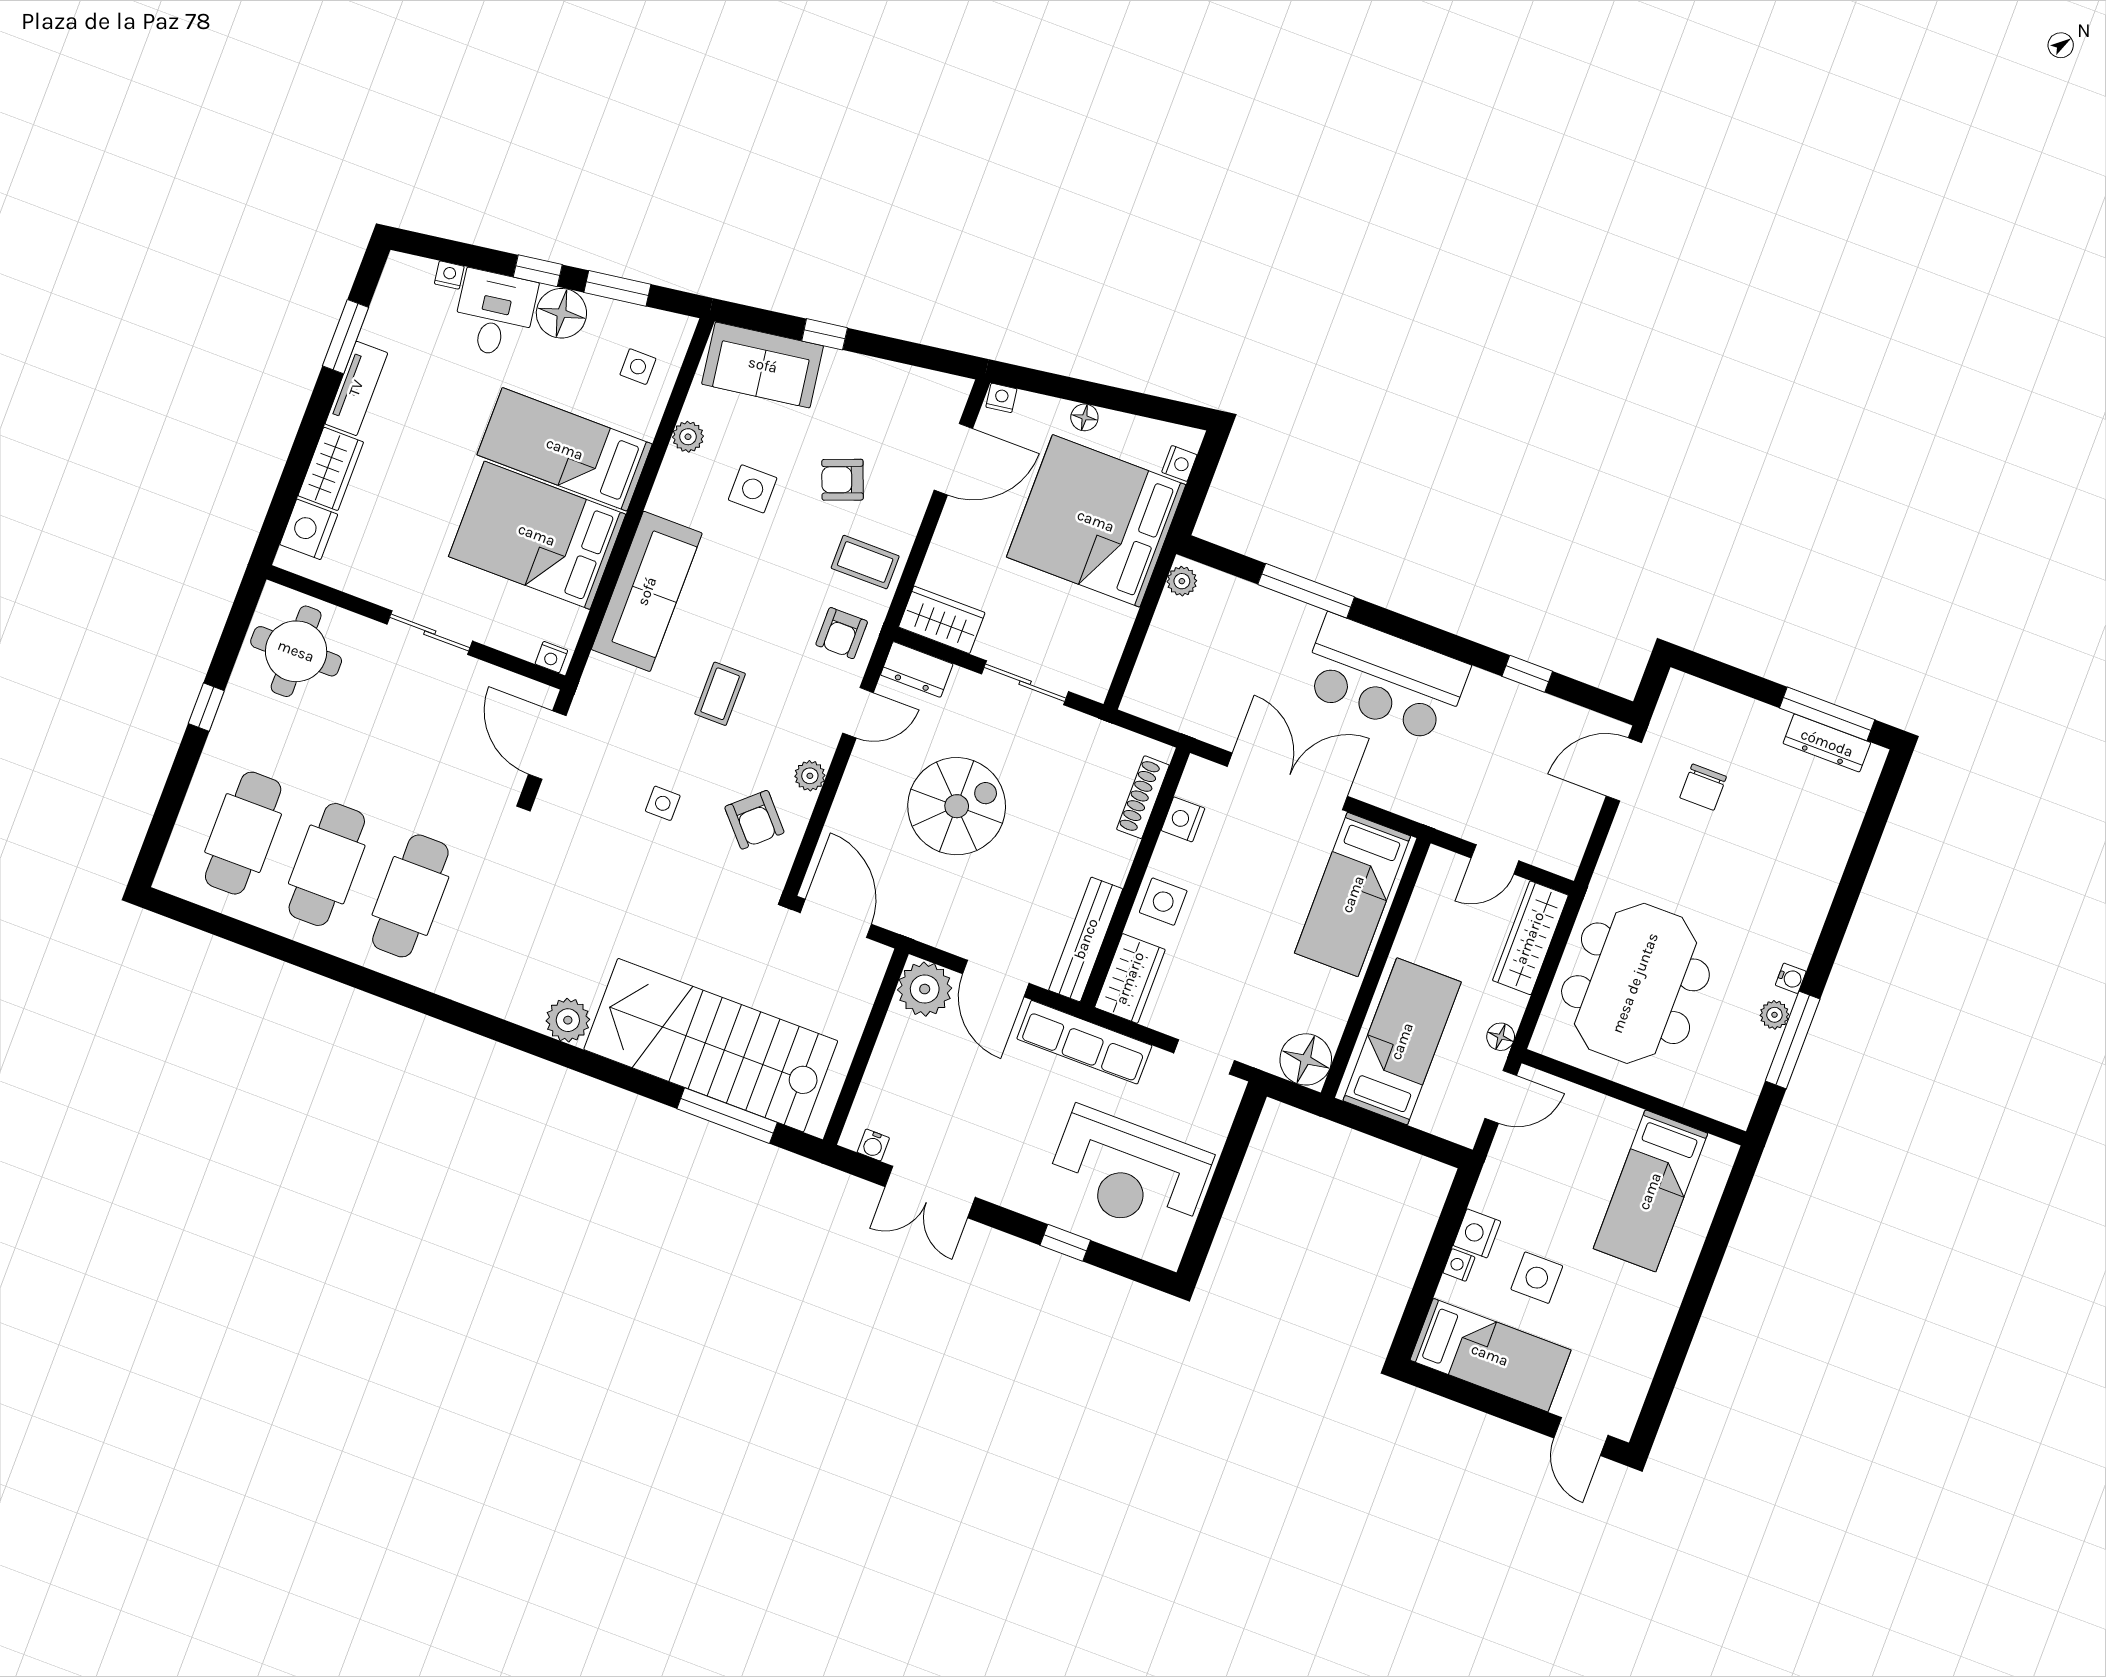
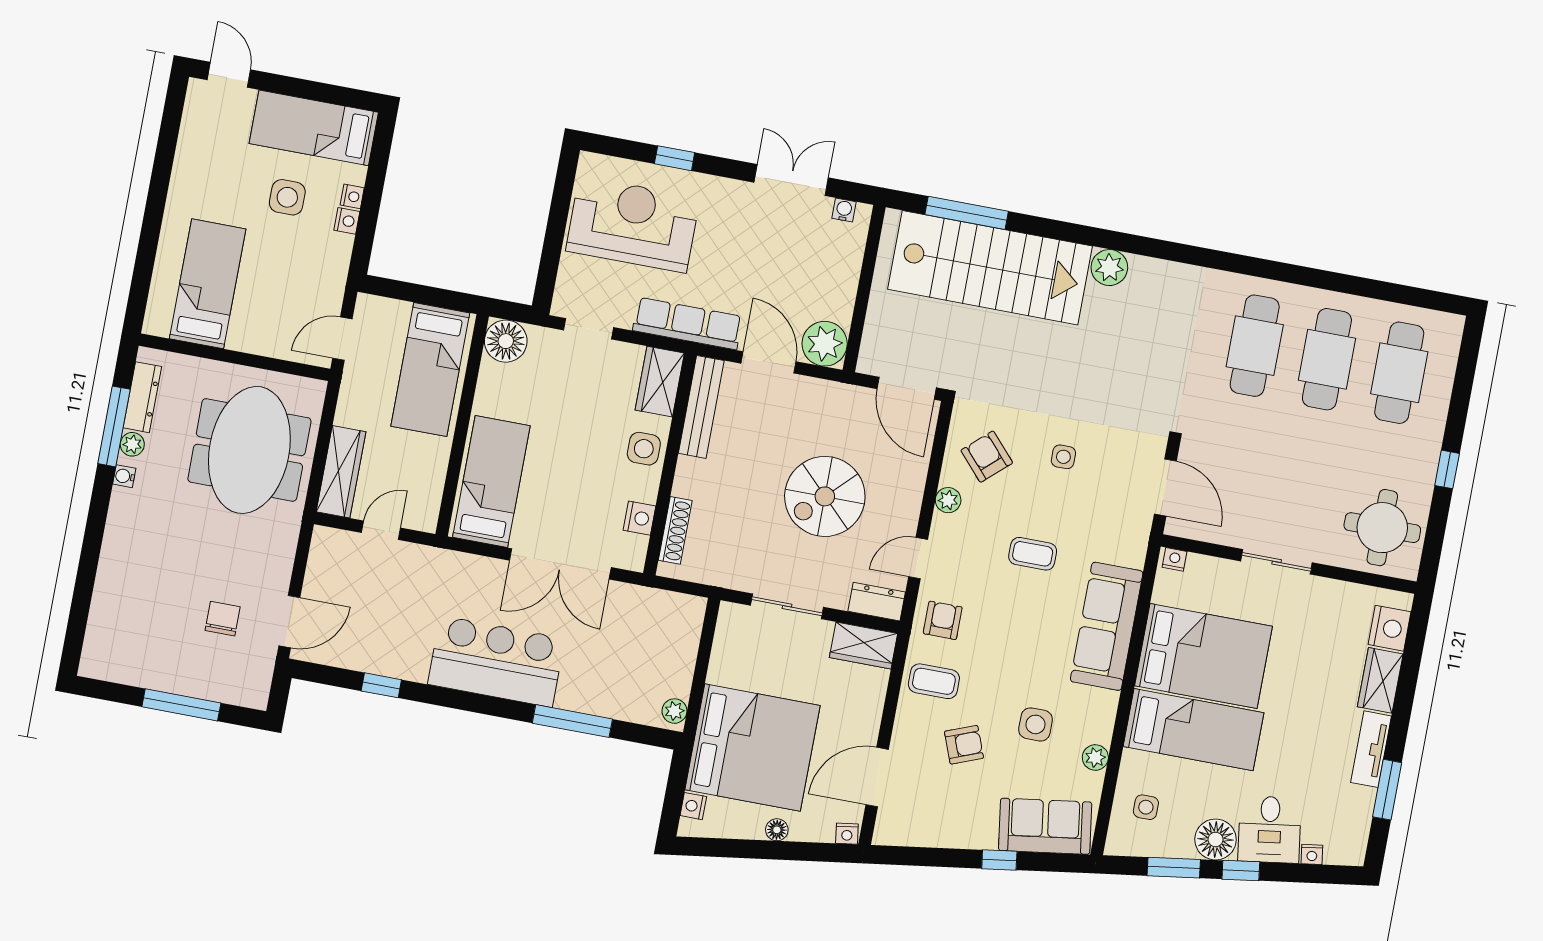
coffee table: (720, 694) -> (1033, 554), turned 90
window: (1827, 714) -> (181, 705), moved
dresser: (1827, 743) -> (142, 397), moved, turned 90
floor lamp: (1501, 1037) -> (351, 387), removed
nightstand: (1477, 1233) -> (347, 221), width x0.72, depth x0.74

